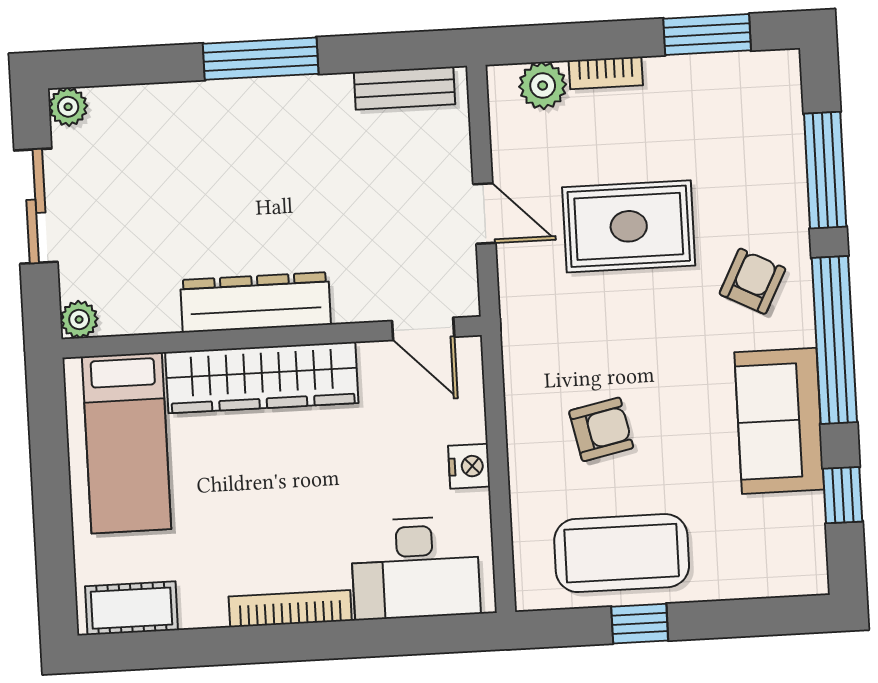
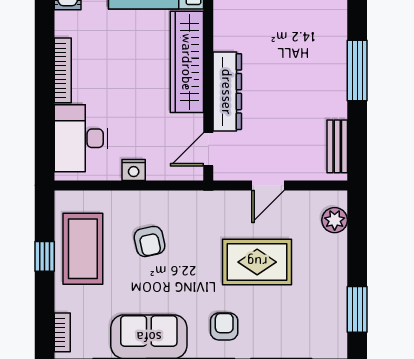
bookcase: (606, 73) -> (62, 332), moved, turned 180
rug: (629, 226) -> (257, 262), turned 90
armchair: (752, 281) -> (224, 326), turned -117
dresser: (255, 302) -> (227, 92), moved

